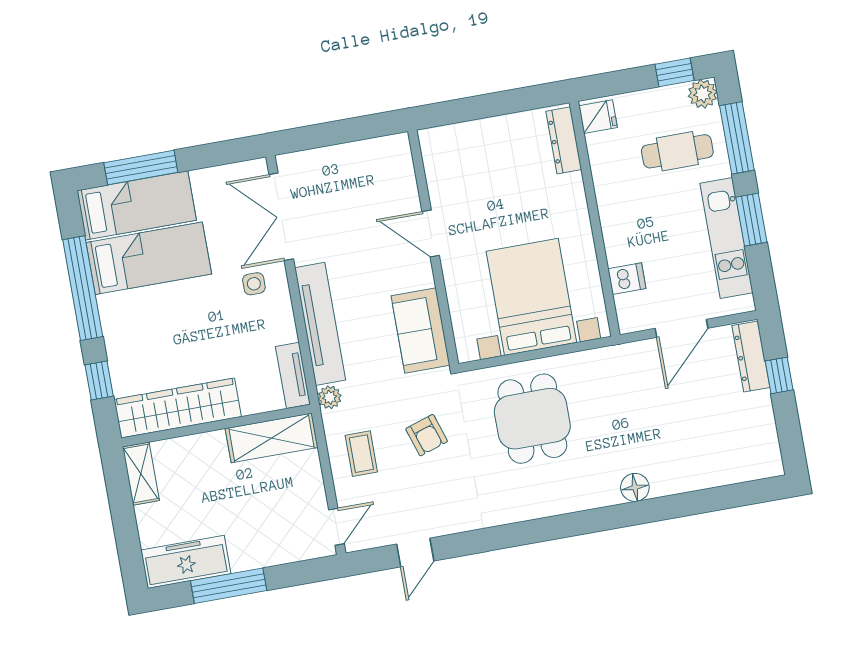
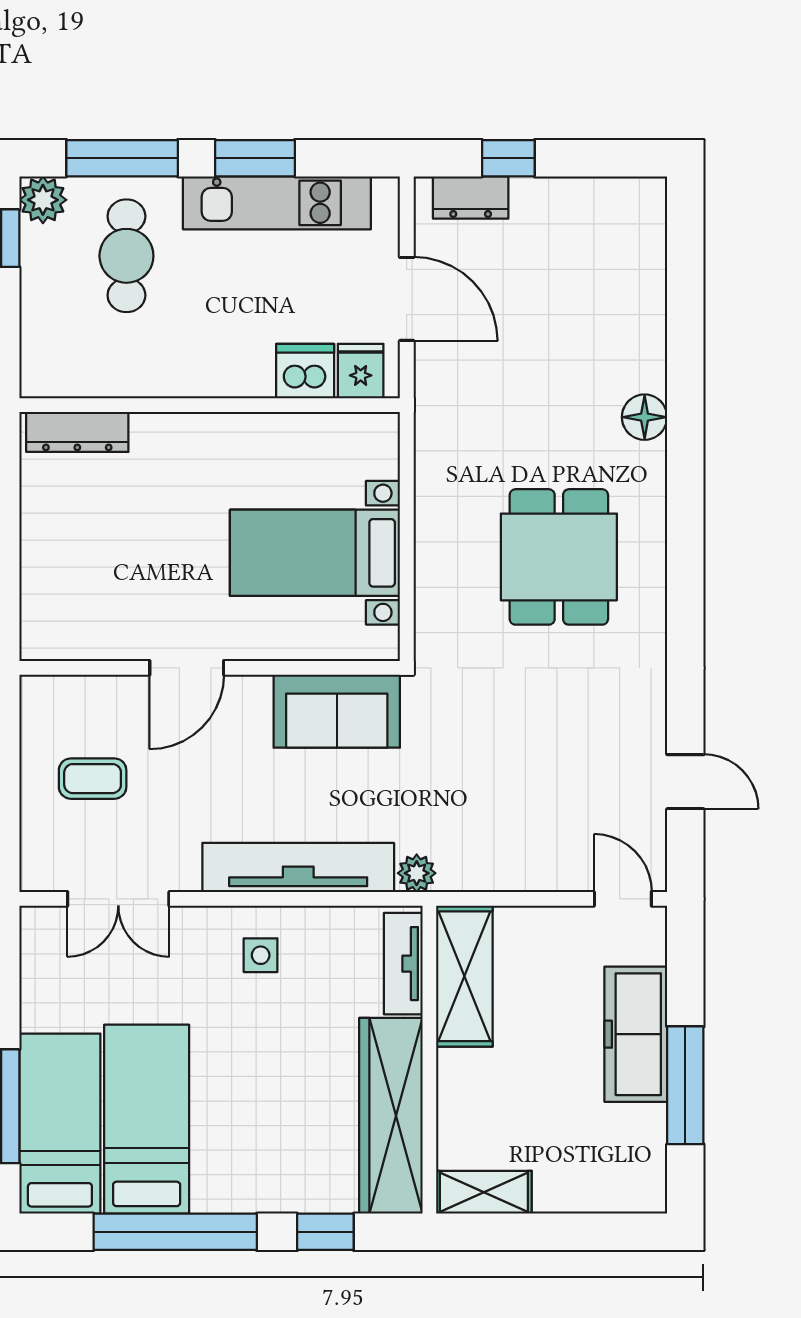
fridge: (598, 117) -> (361, 371), moved
double door: (281, 217) -> (118, 899), width x0.73
dishwasher: (627, 279) -> (305, 371), width x1.38
side table: (254, 284) -> (261, 955), moved
bed with nightstands: (531, 297) -> (315, 553), width x0.73
dresser: (751, 356) -> (471, 197), width x0.70
tv unit: (293, 375) -> (403, 964), moved, turned 90
dining table: (532, 419) -> (559, 557), moved, turned 90
armchair: (427, 435) -> (504, 731), removed
coffee table: (361, 454) -> (93, 779), moved
freezer: (186, 562) -> (636, 1034), moved

